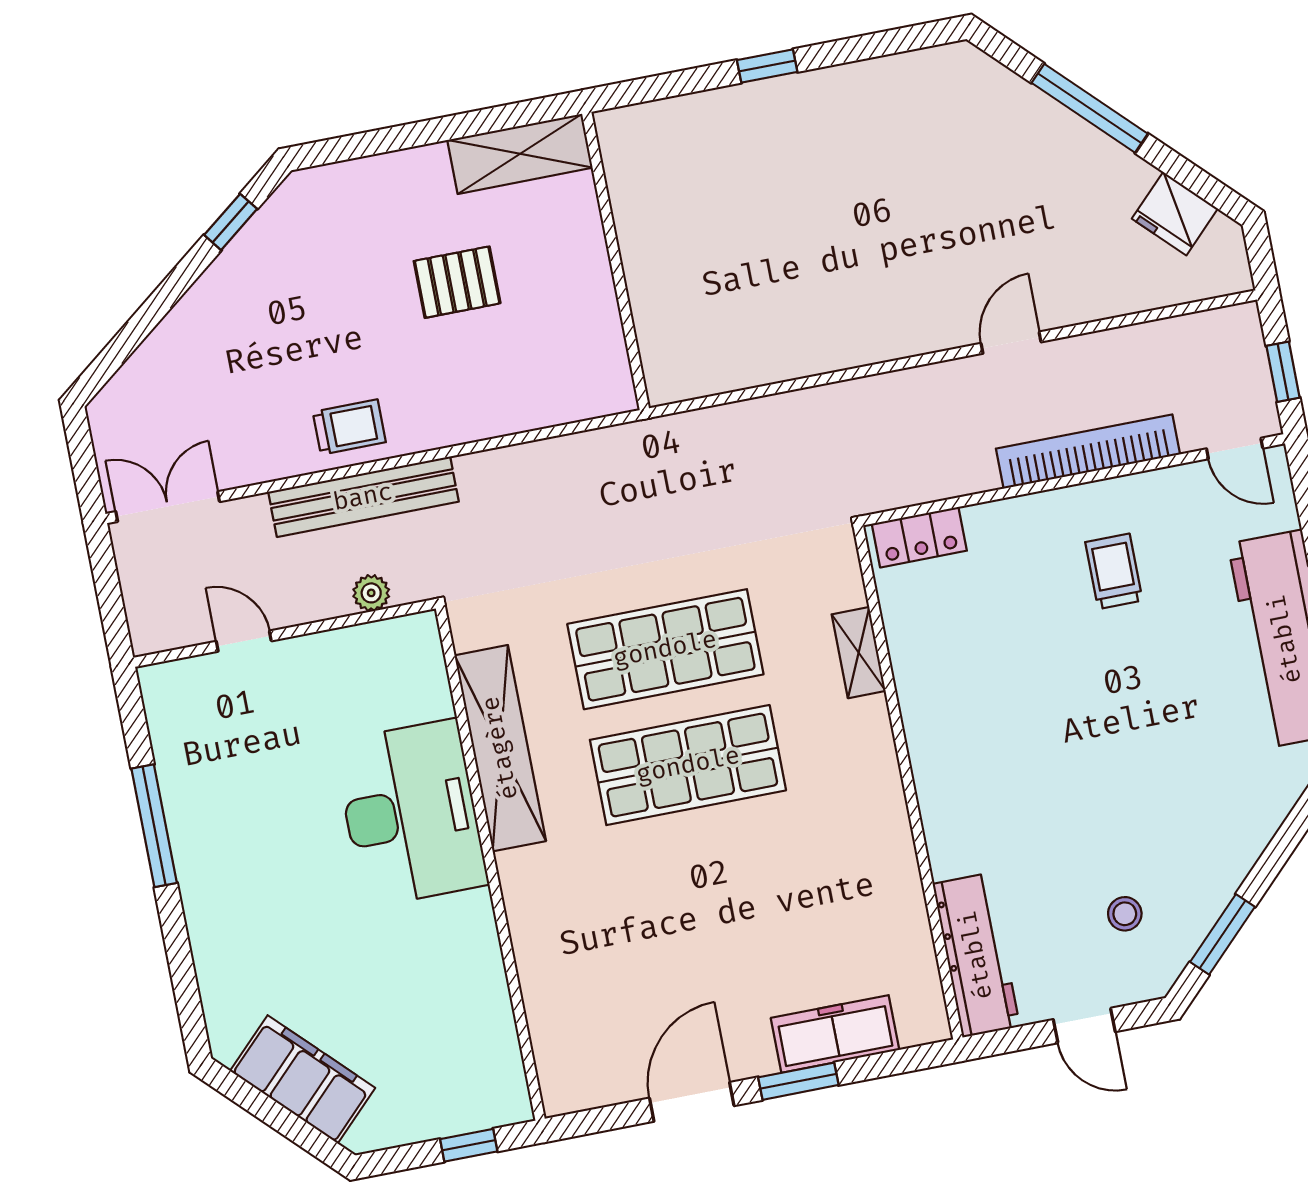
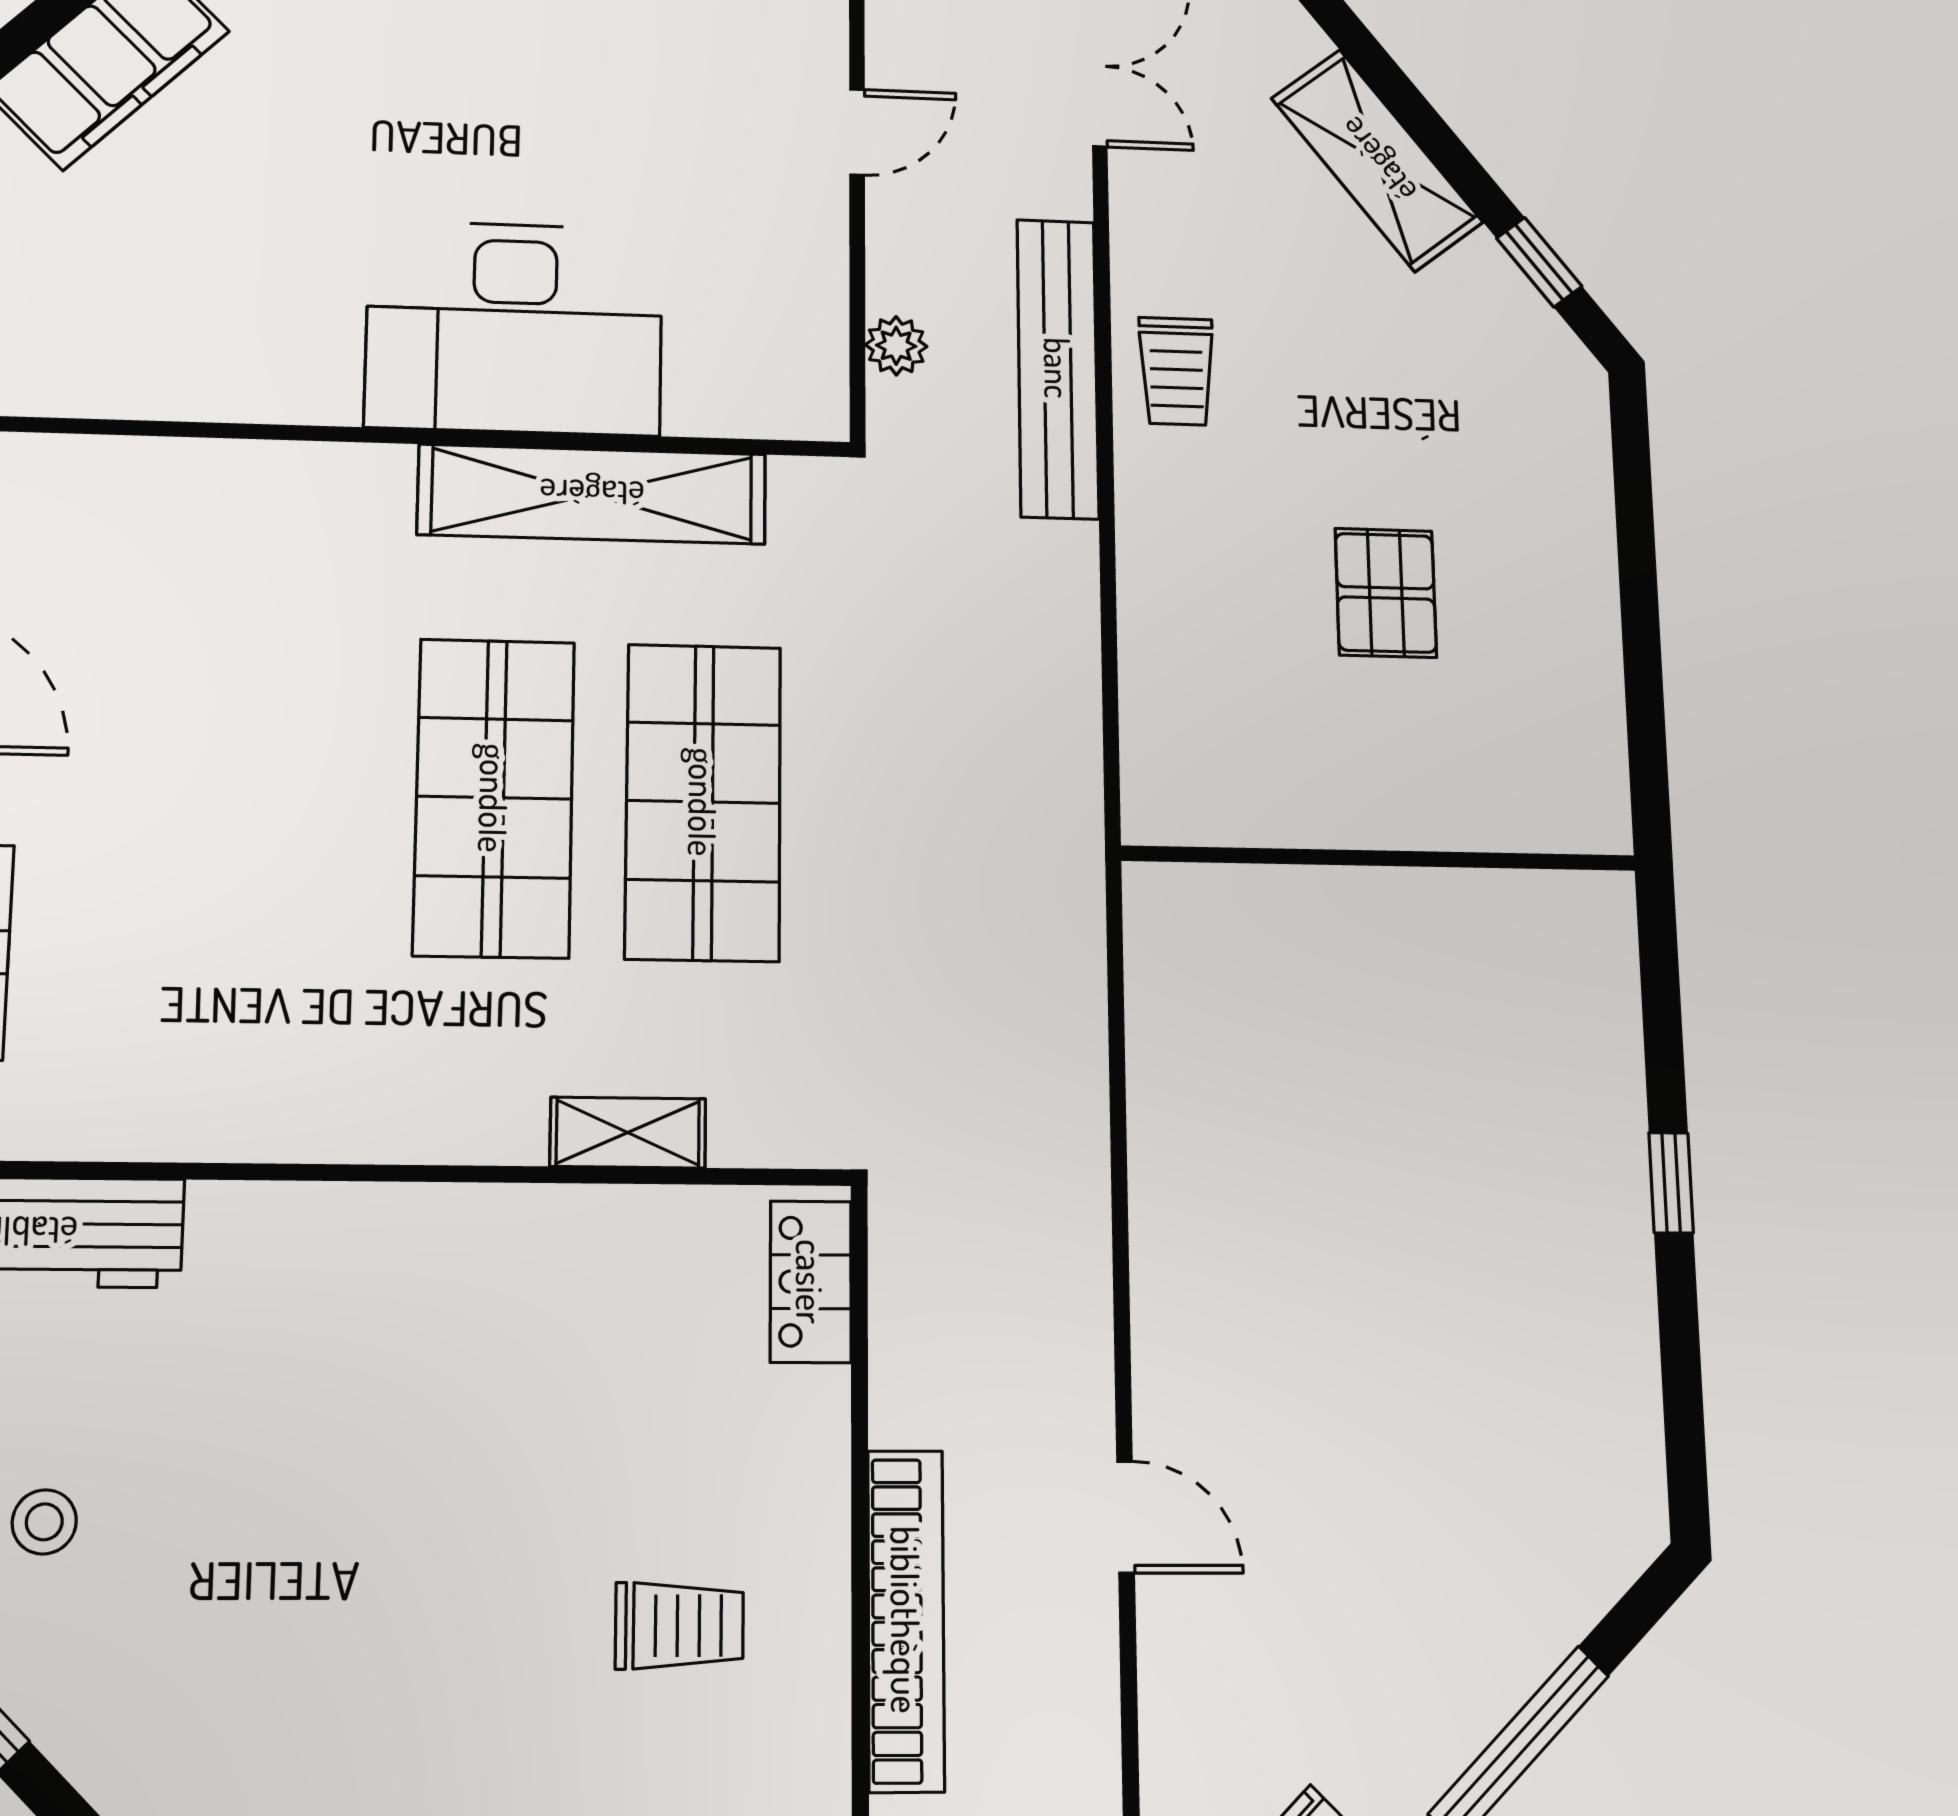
shelving: (520, 154) -> (1377, 160), moved, turned -38

